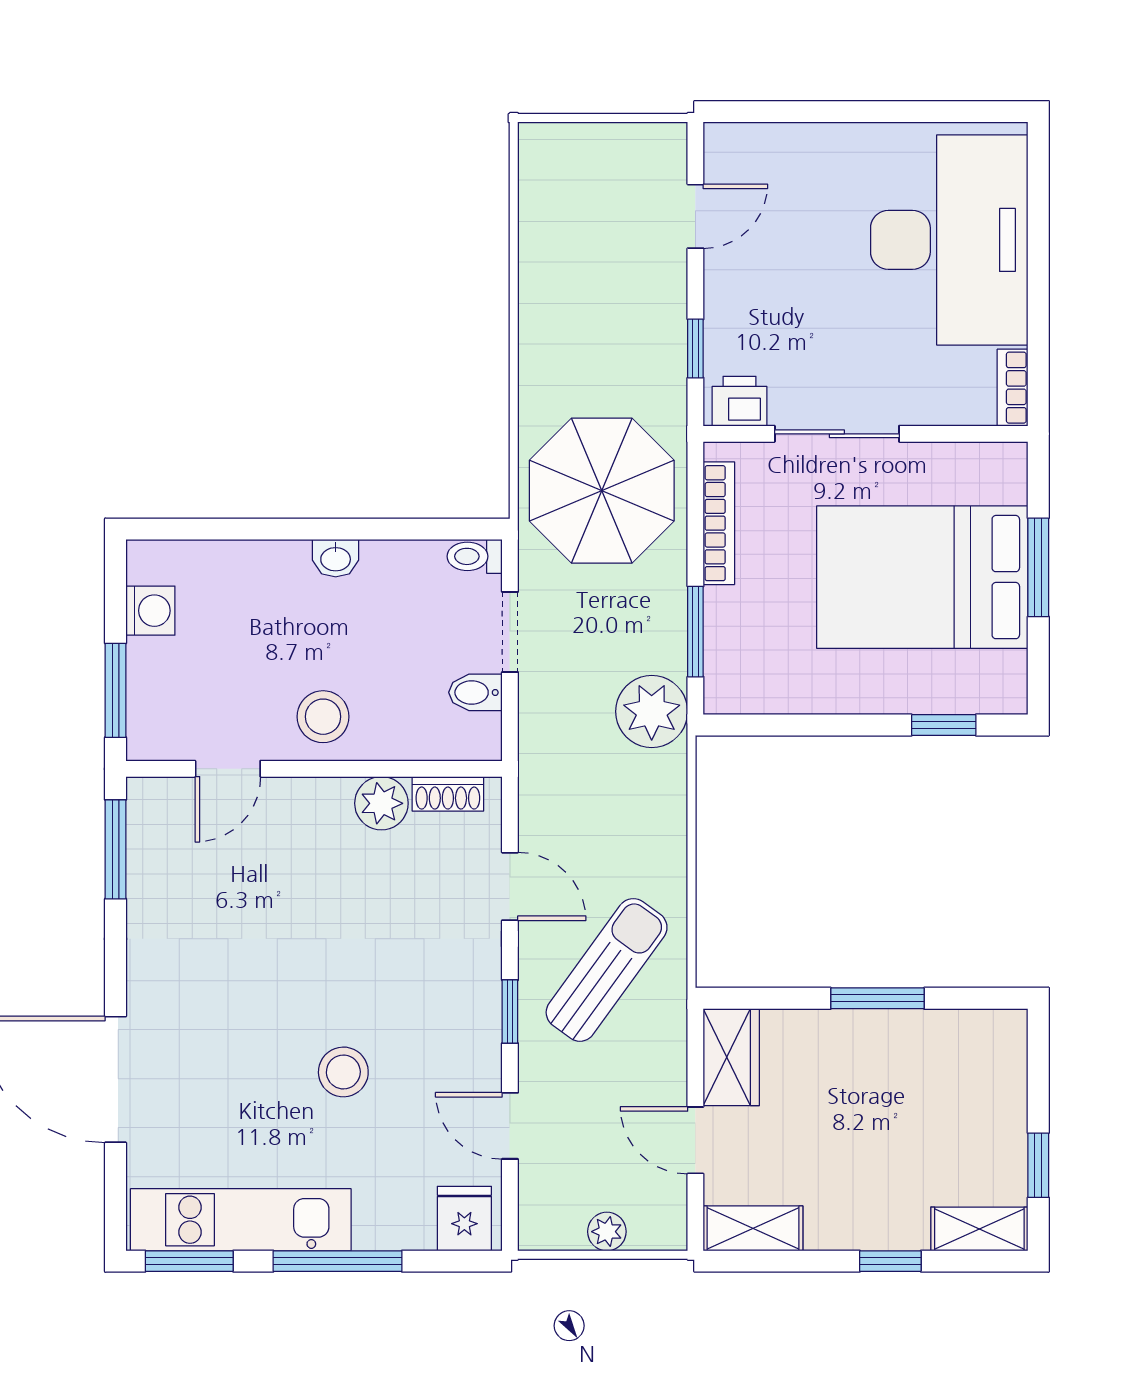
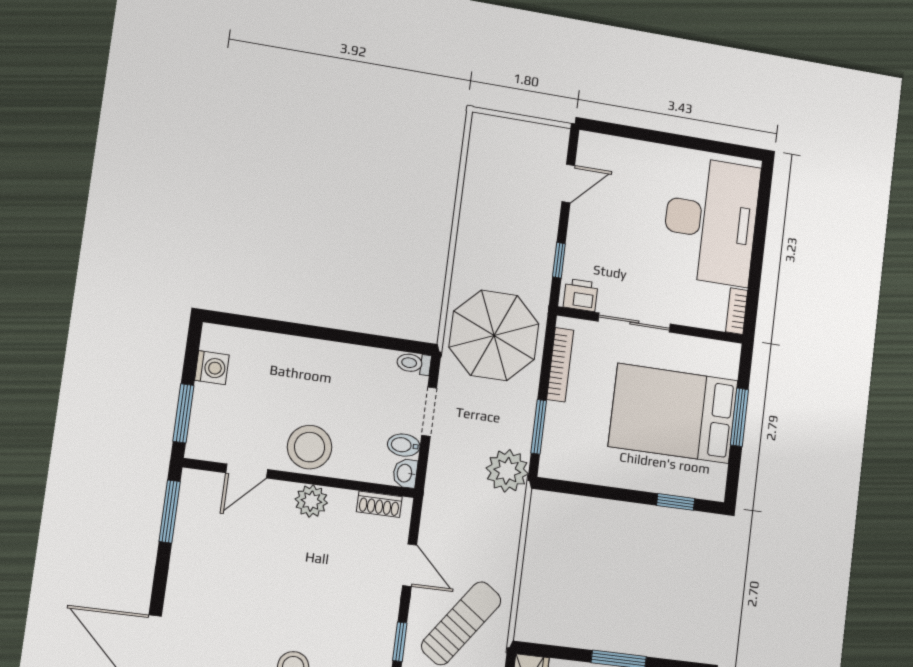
washbasin: (336, 558) -> (405, 473), moved, turned 90
stool: (323, 717) -> (310, 447), width x1.38, depth x1.38
plant: (381, 803) -> (311, 501), moved

